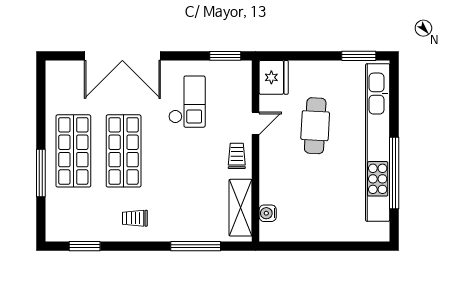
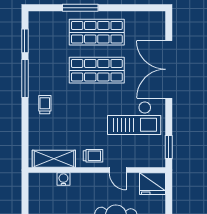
checkout: (187, 102) -> (134, 118), width x1.36, depth x1.21
water cooler: (268, 213) -> (63, 179), moved
trolley: (135, 218) -> (45, 105), moved
window: (196, 246) -> (25, 78), moved

